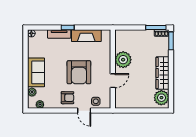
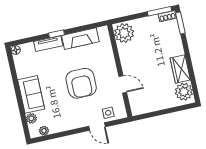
plant: (123, 60) -> (124, 33), moved
wardrobe: (163, 73) -> (180, 69), width x0.67
door: (113, 81) -> (123, 84), hinge flipped
armchair: (67, 98) -> (74, 116), removed

